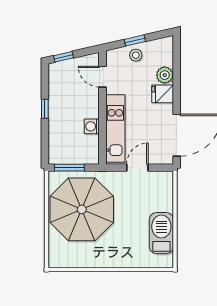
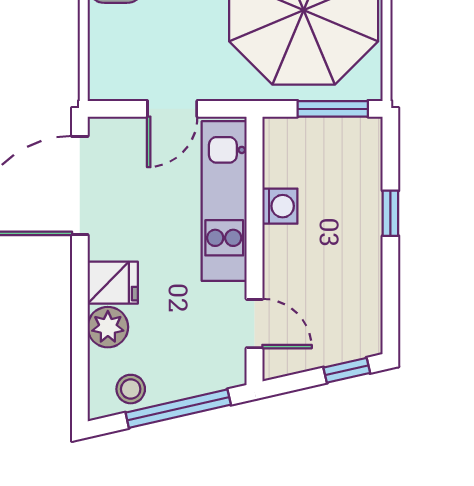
window: (135, 40) -> (178, 409), width x2.17
stool: (136, 55) -> (131, 389), moved
window: (45, 109) -> (390, 213), moved

